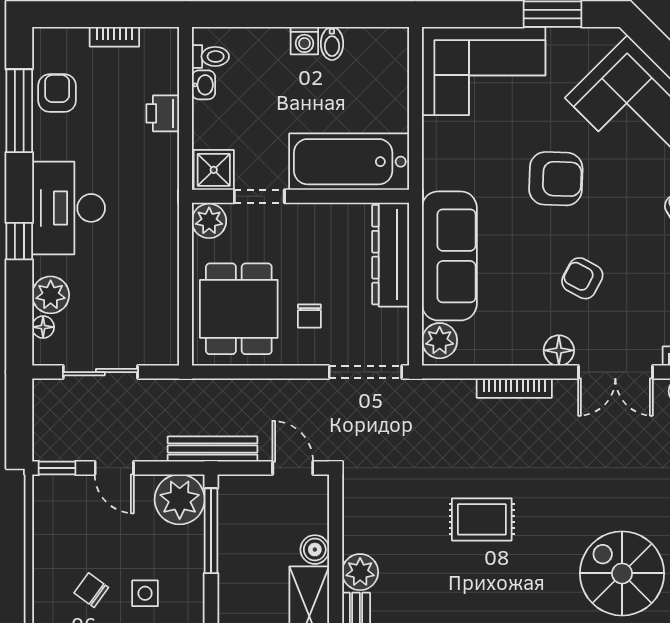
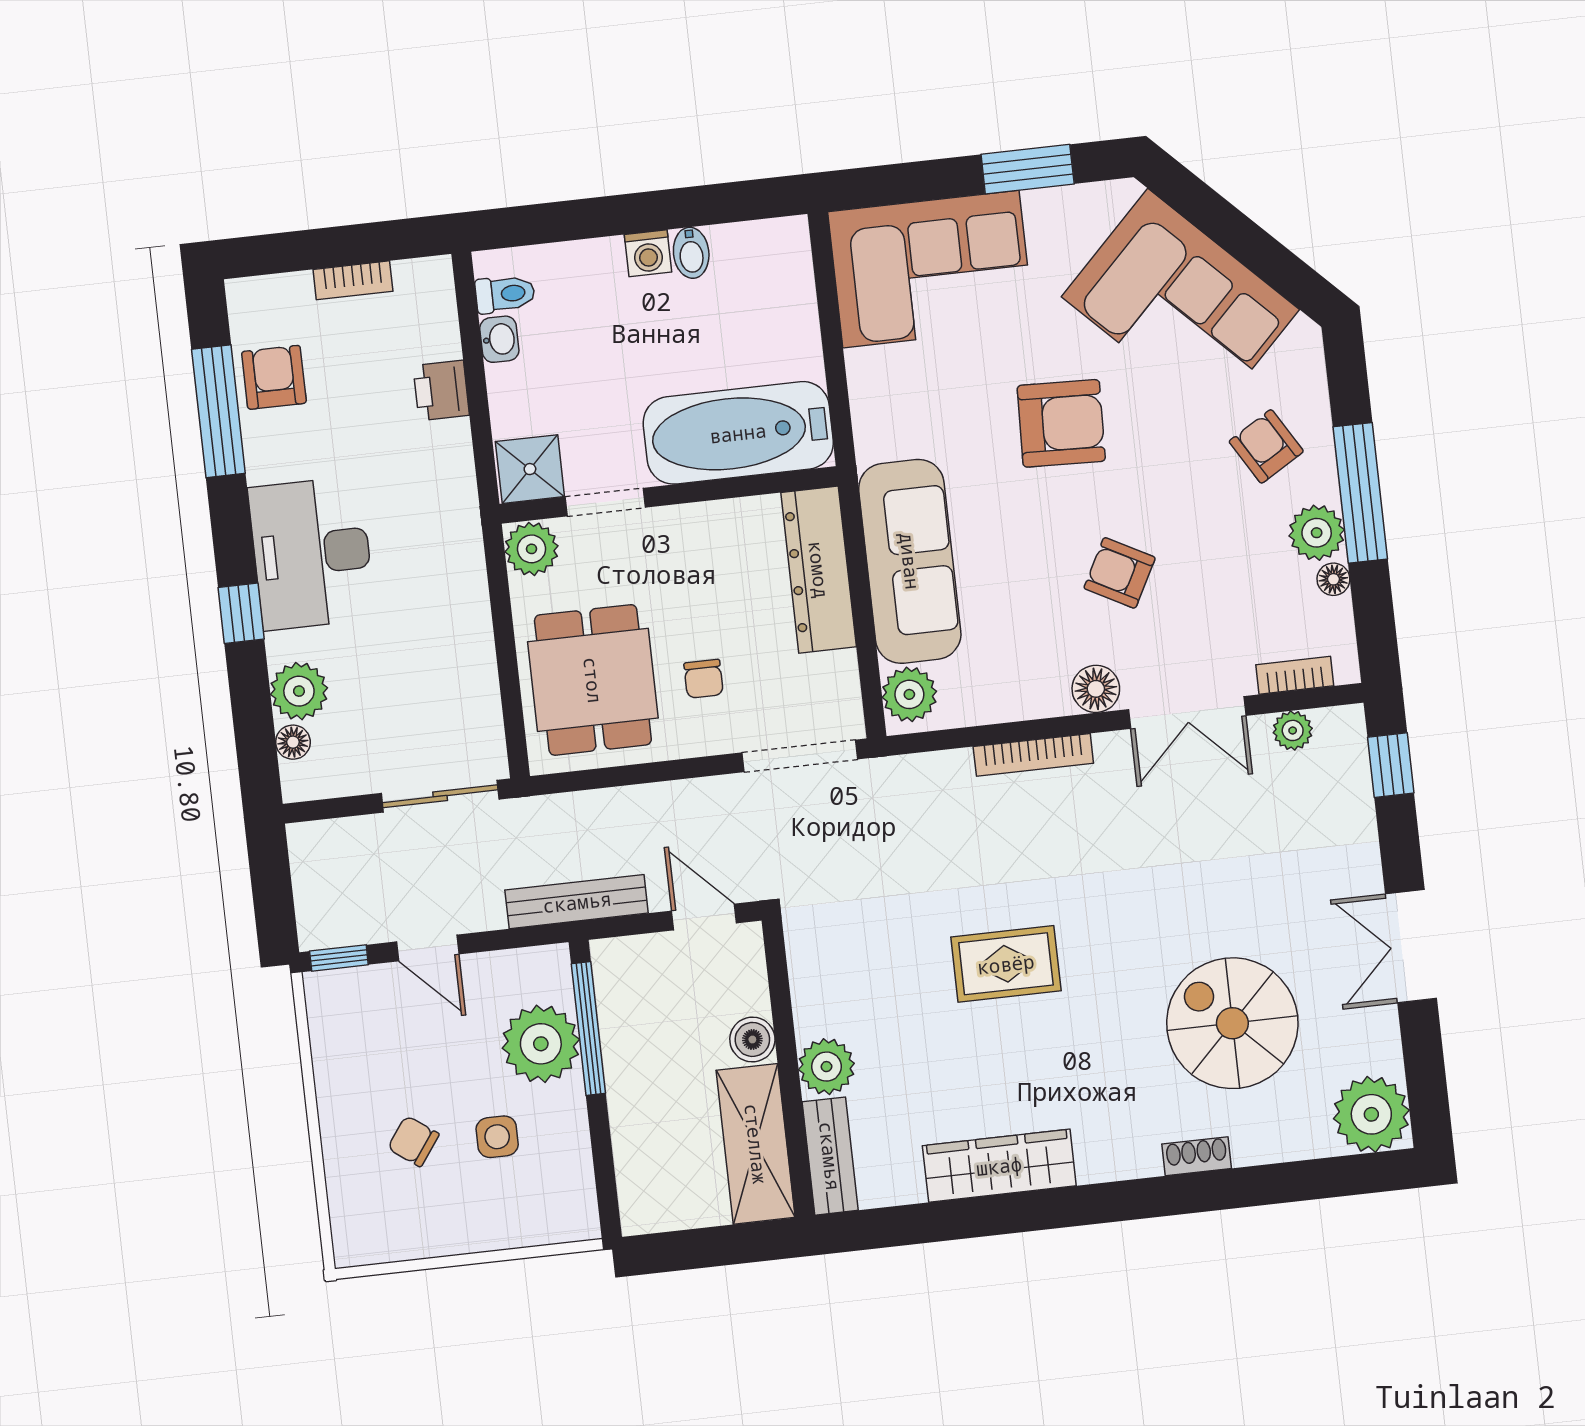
sliding door: (100, 372) -> (440, 796), moved
plant: (180, 499) -> (541, 1044), moved

